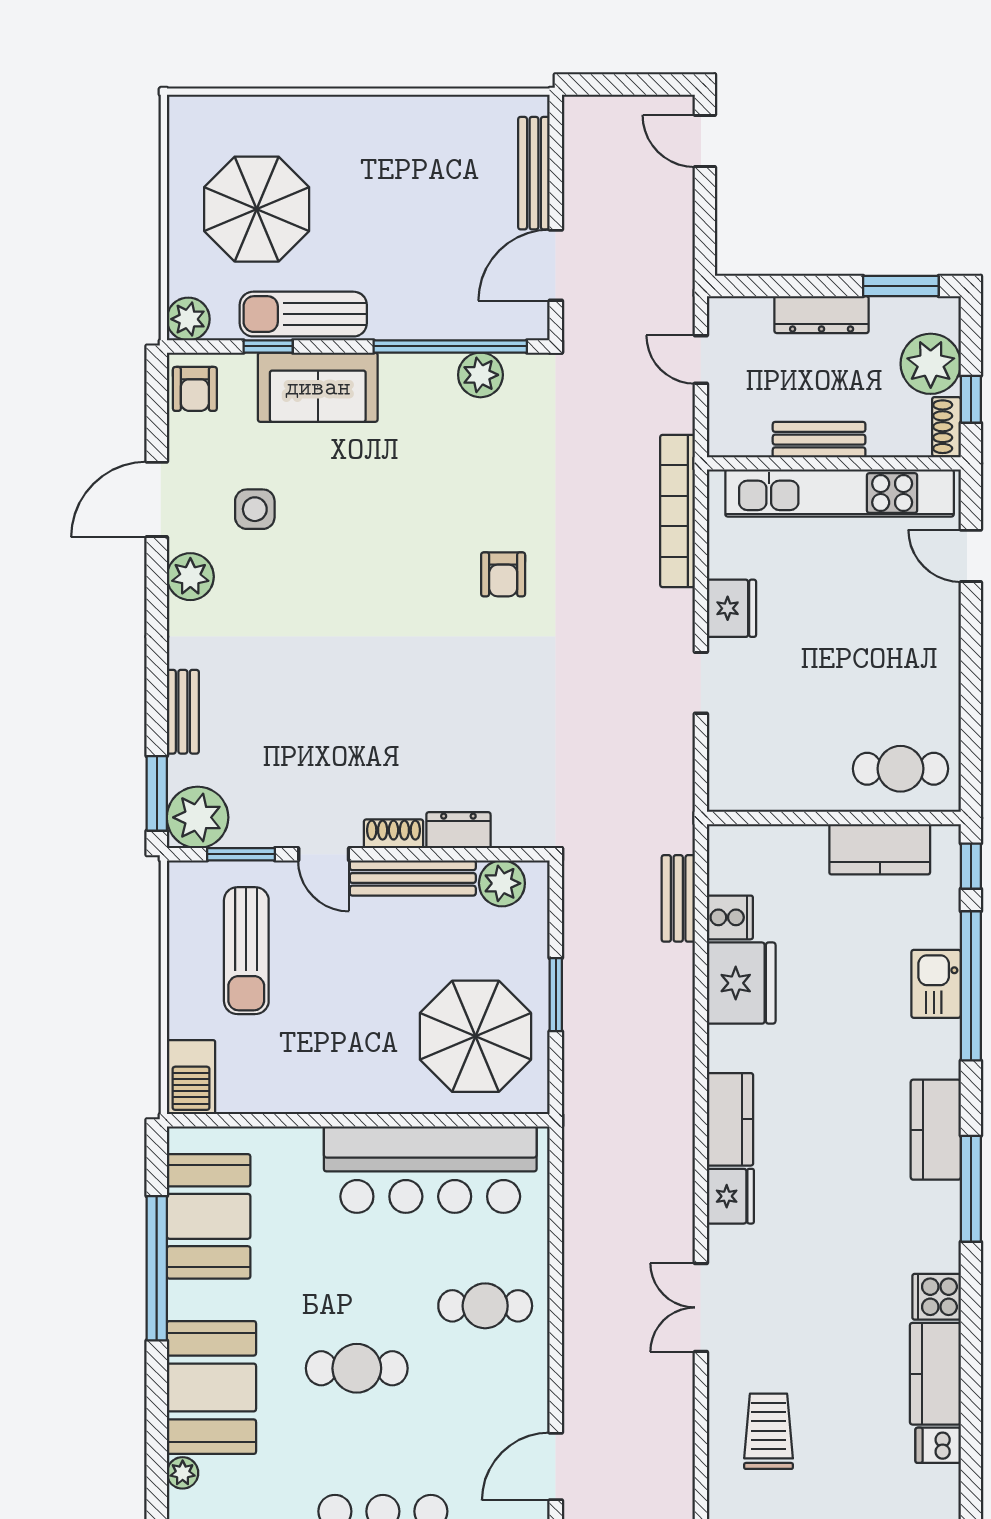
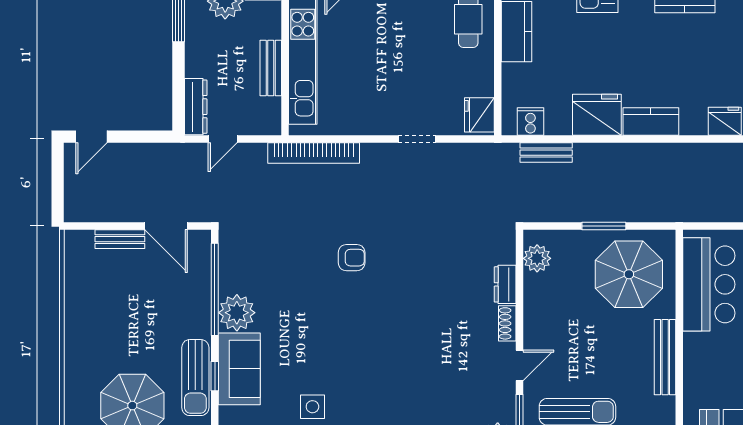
bench: (534, 173) -> (120, 239), width x0.73
dresser: (822, 315) -> (196, 107), moved
window: (268, 346) -> (215, 376), moved
plant: (480, 375) -> (237, 313), moved, width x1.36, depth x1.36
fridge: (731, 608) -> (479, 115), moved, turned -90
bench: (413, 878) -> (665, 357), moved
cooker: (730, 917) -> (530, 122), moved
kitchen counter: (730, 1119) -> (651, 121), moved
bar counter: (430, 1170) -> (709, 284), width x0.73

